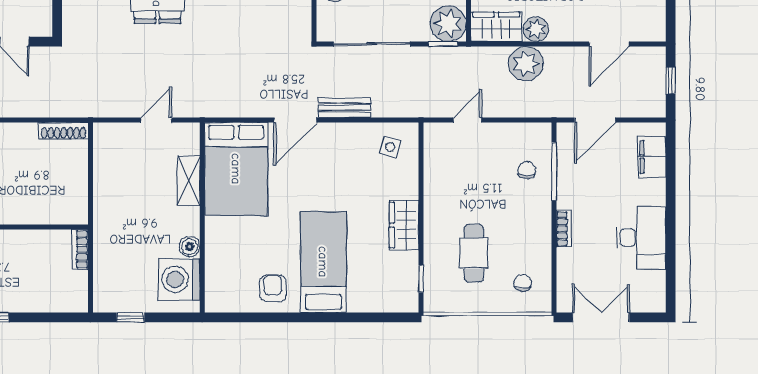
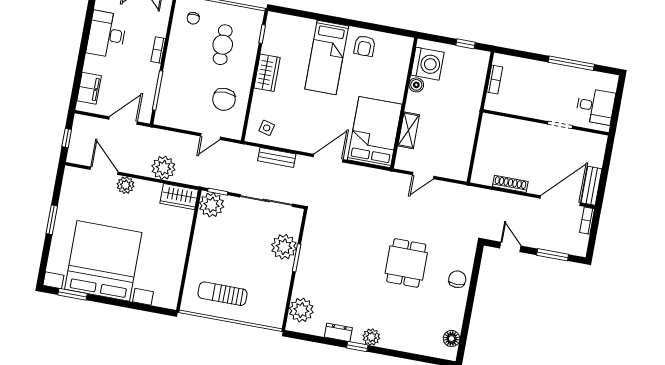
plant: (536, 29) -> (125, 185), moved
door: (609, 44) -> (104, 171), hinge flipped
bench: (345, 108) -> (277, 157), moved
shoe rack: (64, 131) -> (510, 184), moved
chair: (527, 170) -> (224, 99), moved, width x1.87, depth x1.87
bookcase: (80, 249) -> (495, 80), moved

